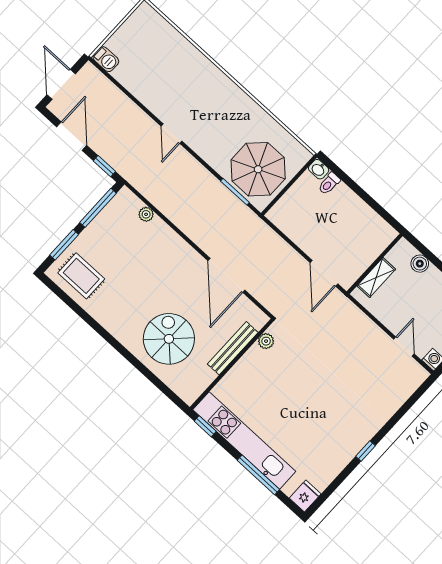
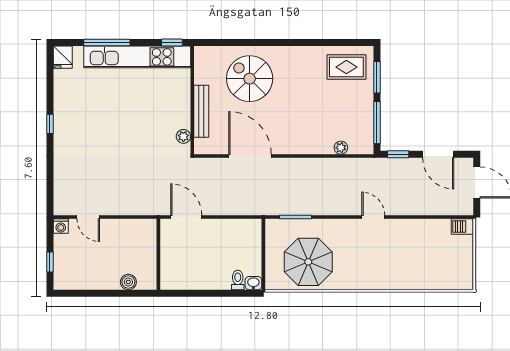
parasol: (258, 169) -> (308, 262), moved
shelving: (376, 278) -> (149, 246), removed
spiral stairs: (169, 339) -> (250, 79), turned 180

